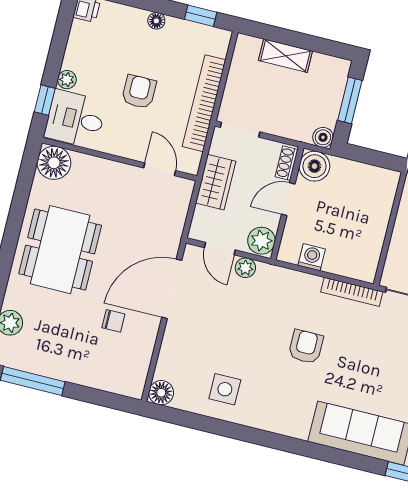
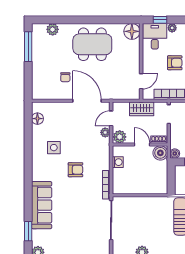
side table: (225, 389) -> (54, 148), moved
floor lamp: (161, 393) -> (37, 119), moved

